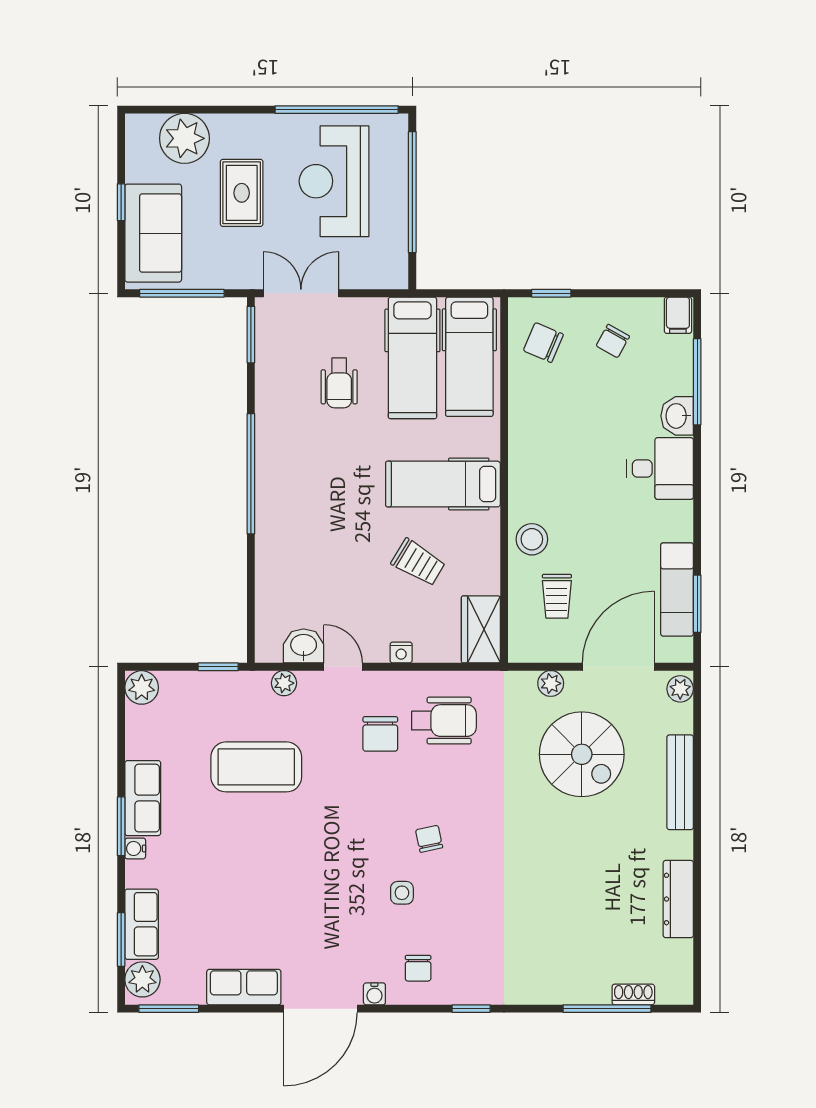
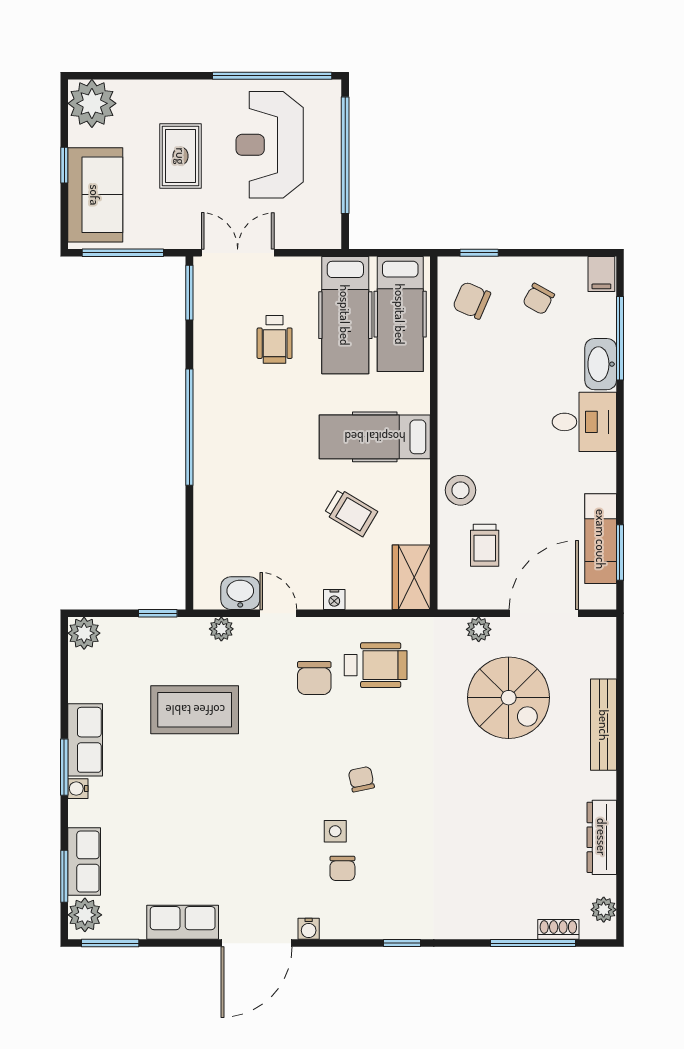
plant: (184, 138) -> (92, 103), moved
washbasin: (677, 416) -> (601, 364), width x1.38
plant: (680, 689) -> (604, 910), moved
chair: (418, 968) -> (342, 868), moved

